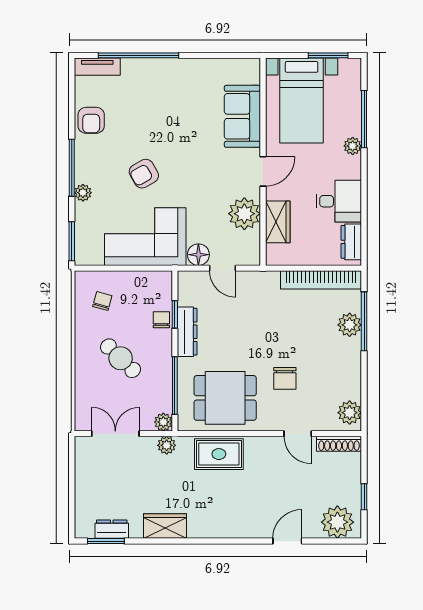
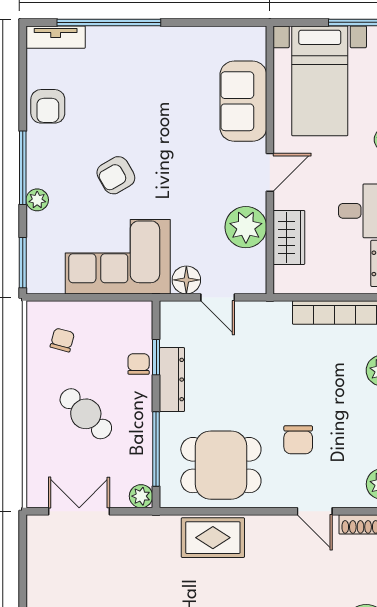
plant: (167, 445) -> (145, 526), removed

